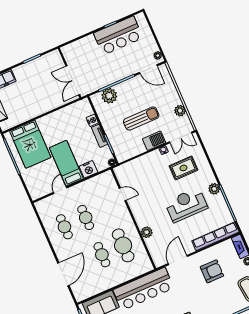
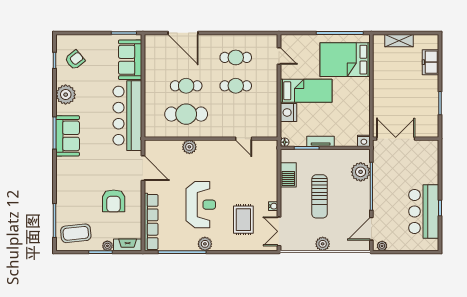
plant: (180, 111) -> (323, 244), moved
nightstand: (92, 120) -> (364, 141), moved
barbecue: (154, 141) -> (288, 175), moved
door: (60, 190) -> (279, 56), moved
door: (123, 194) -> (244, 139), hinge flipped

